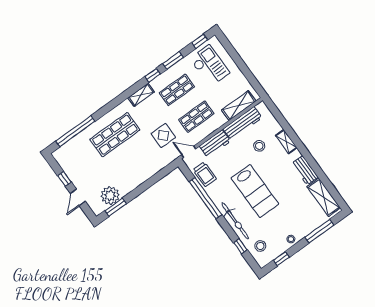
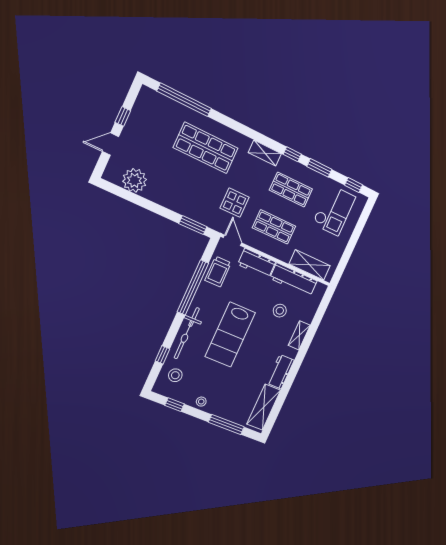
window: (116, 207) -> (193, 225), moved

